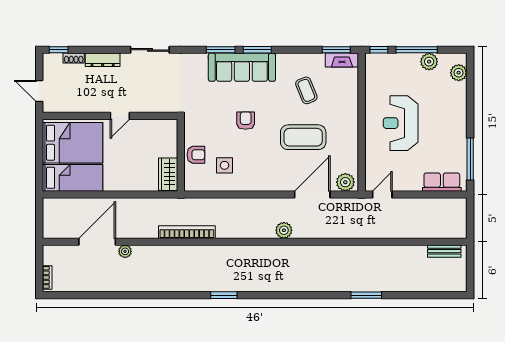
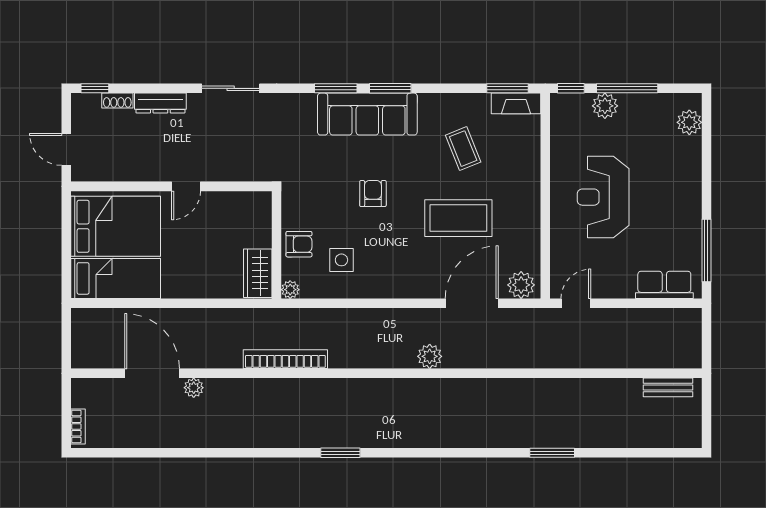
plant: (429, 62) -> (605, 106), moved
plant: (190, 185) -> (290, 290), added
door: (97, 242) -> (152, 373), hinge flipped

